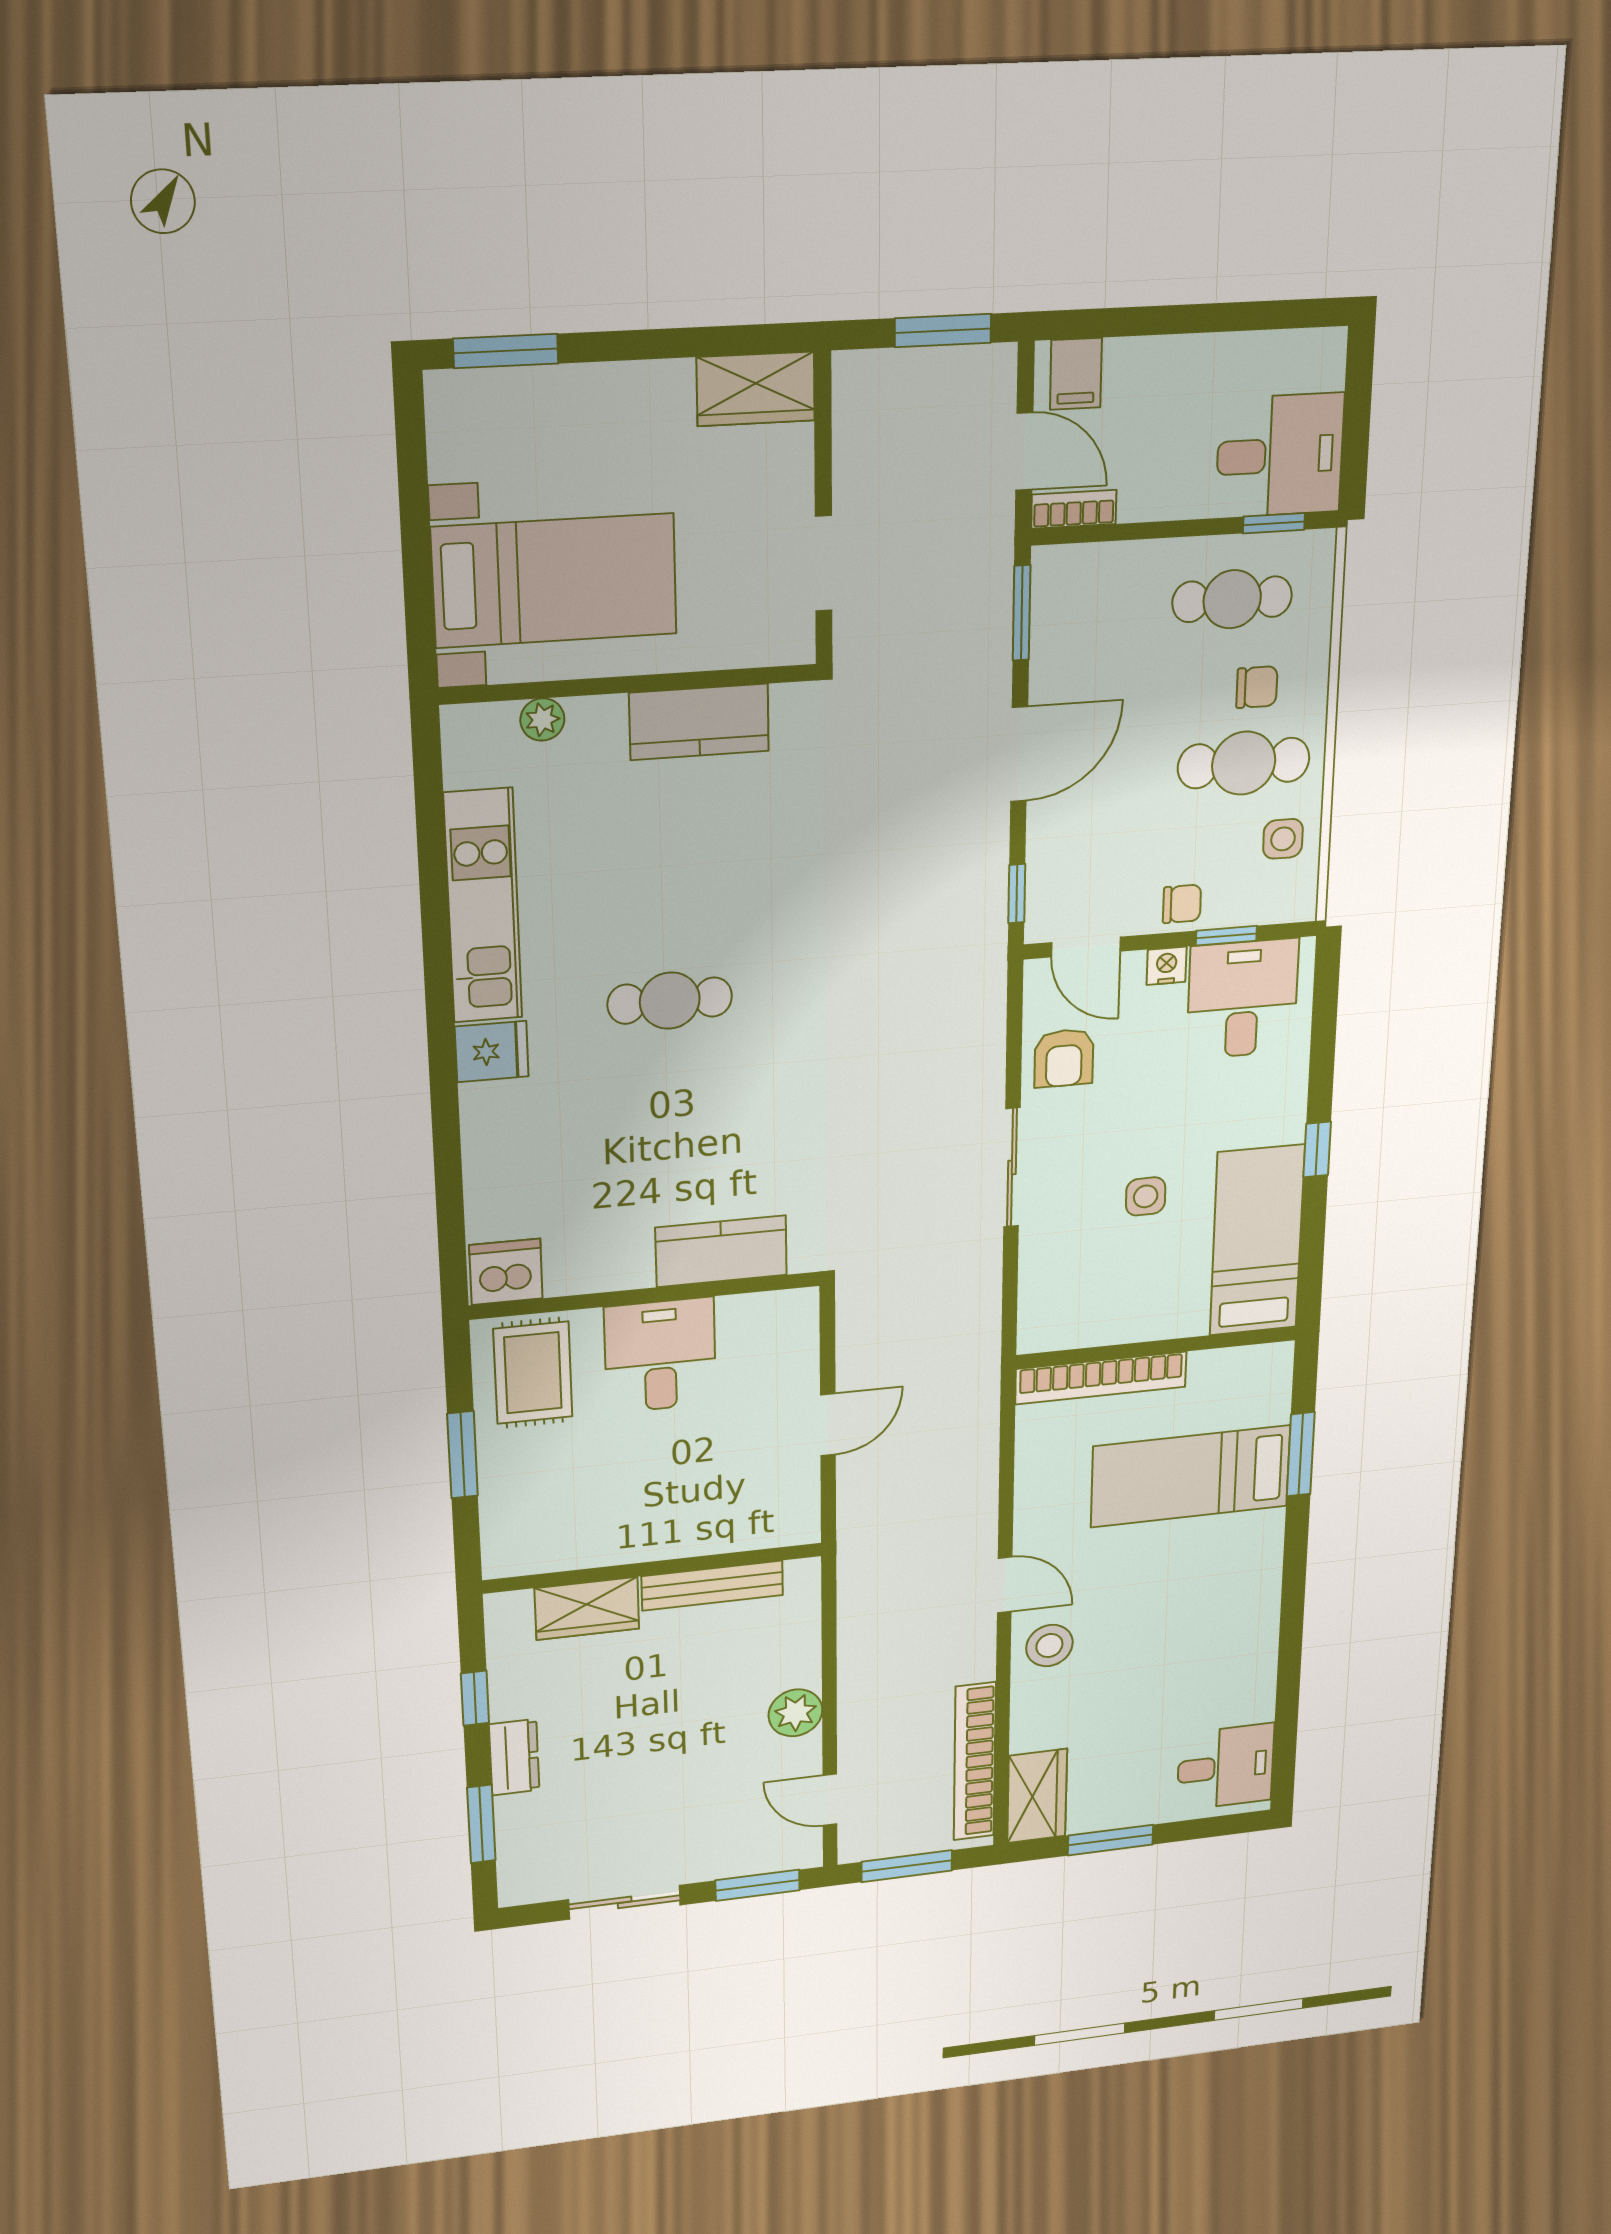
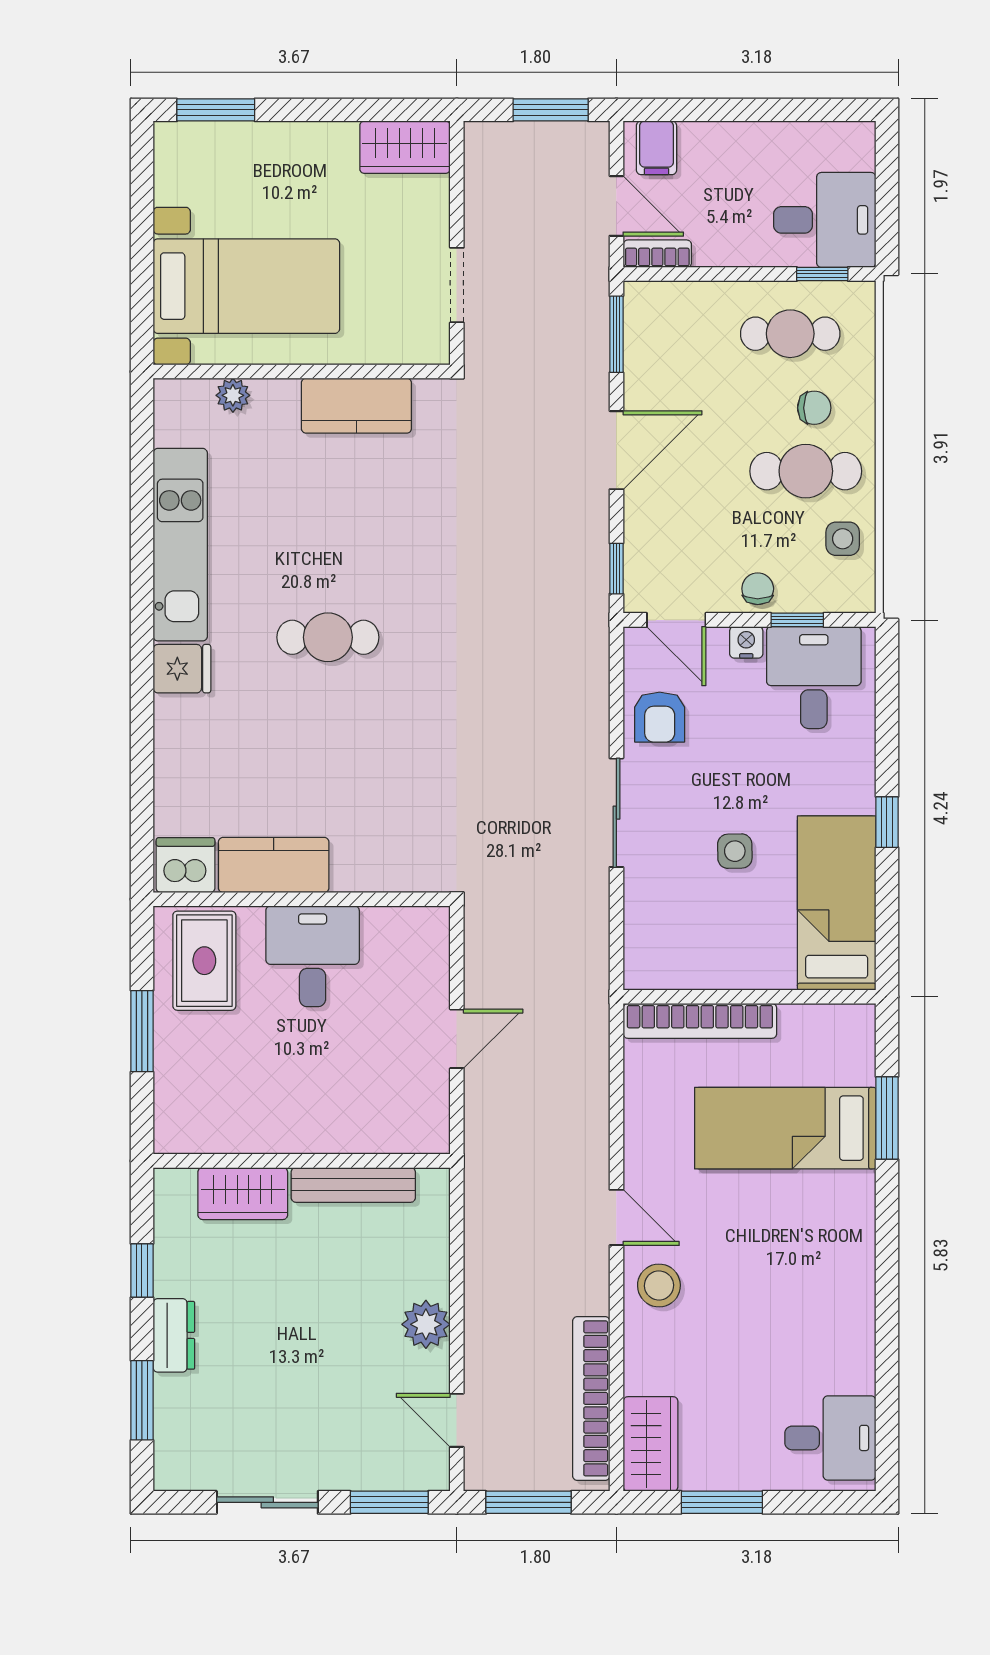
chair: (1182, 904) -> (758, 589), turned -90
kitchen counter: (721, 1251) -> (274, 865), moved

